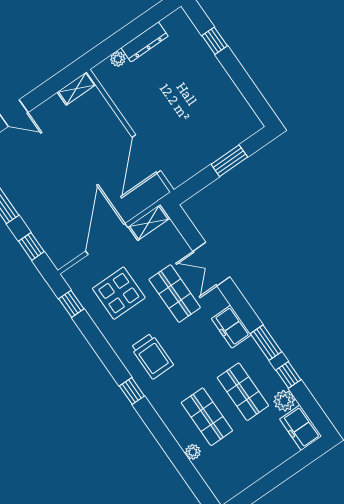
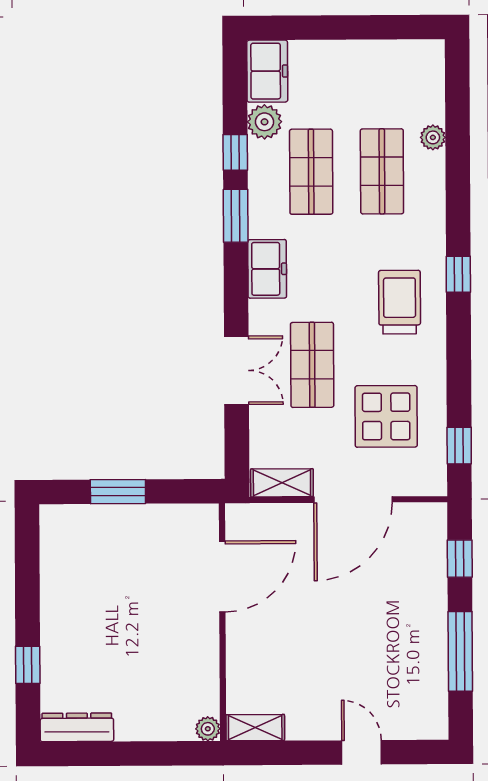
dresser: (145, 42) -> (77, 727), moved
plant: (118, 59) -> (208, 729), moved

